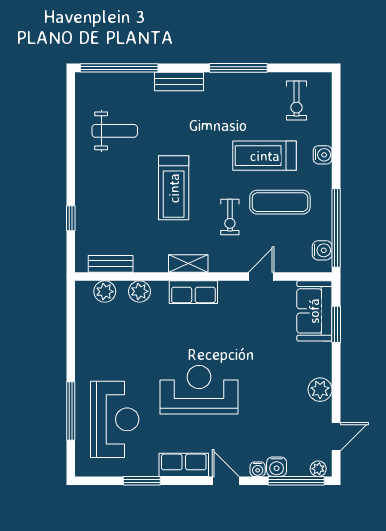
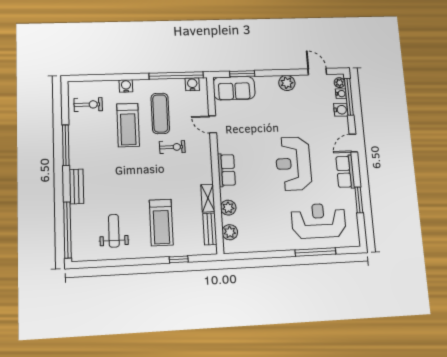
treadmill: (174, 188) -> (161, 223), moved, turned 90
shelving: (188, 263) -> (208, 198), moved
water cooler: (258, 469) -> (341, 94), moved

